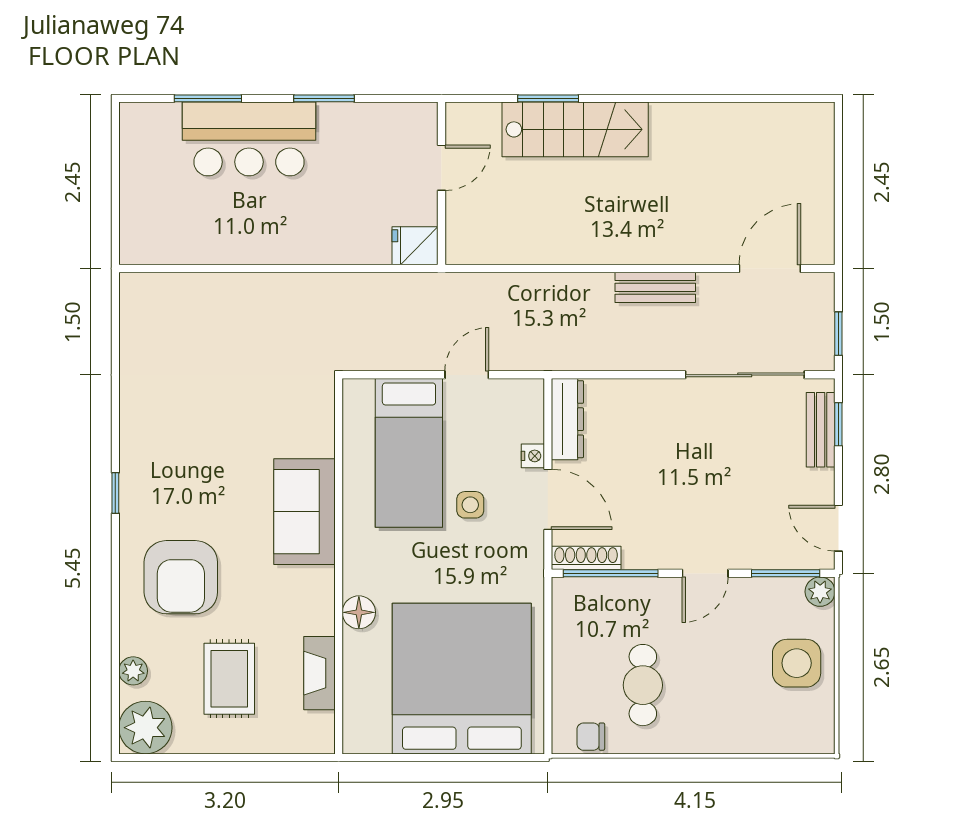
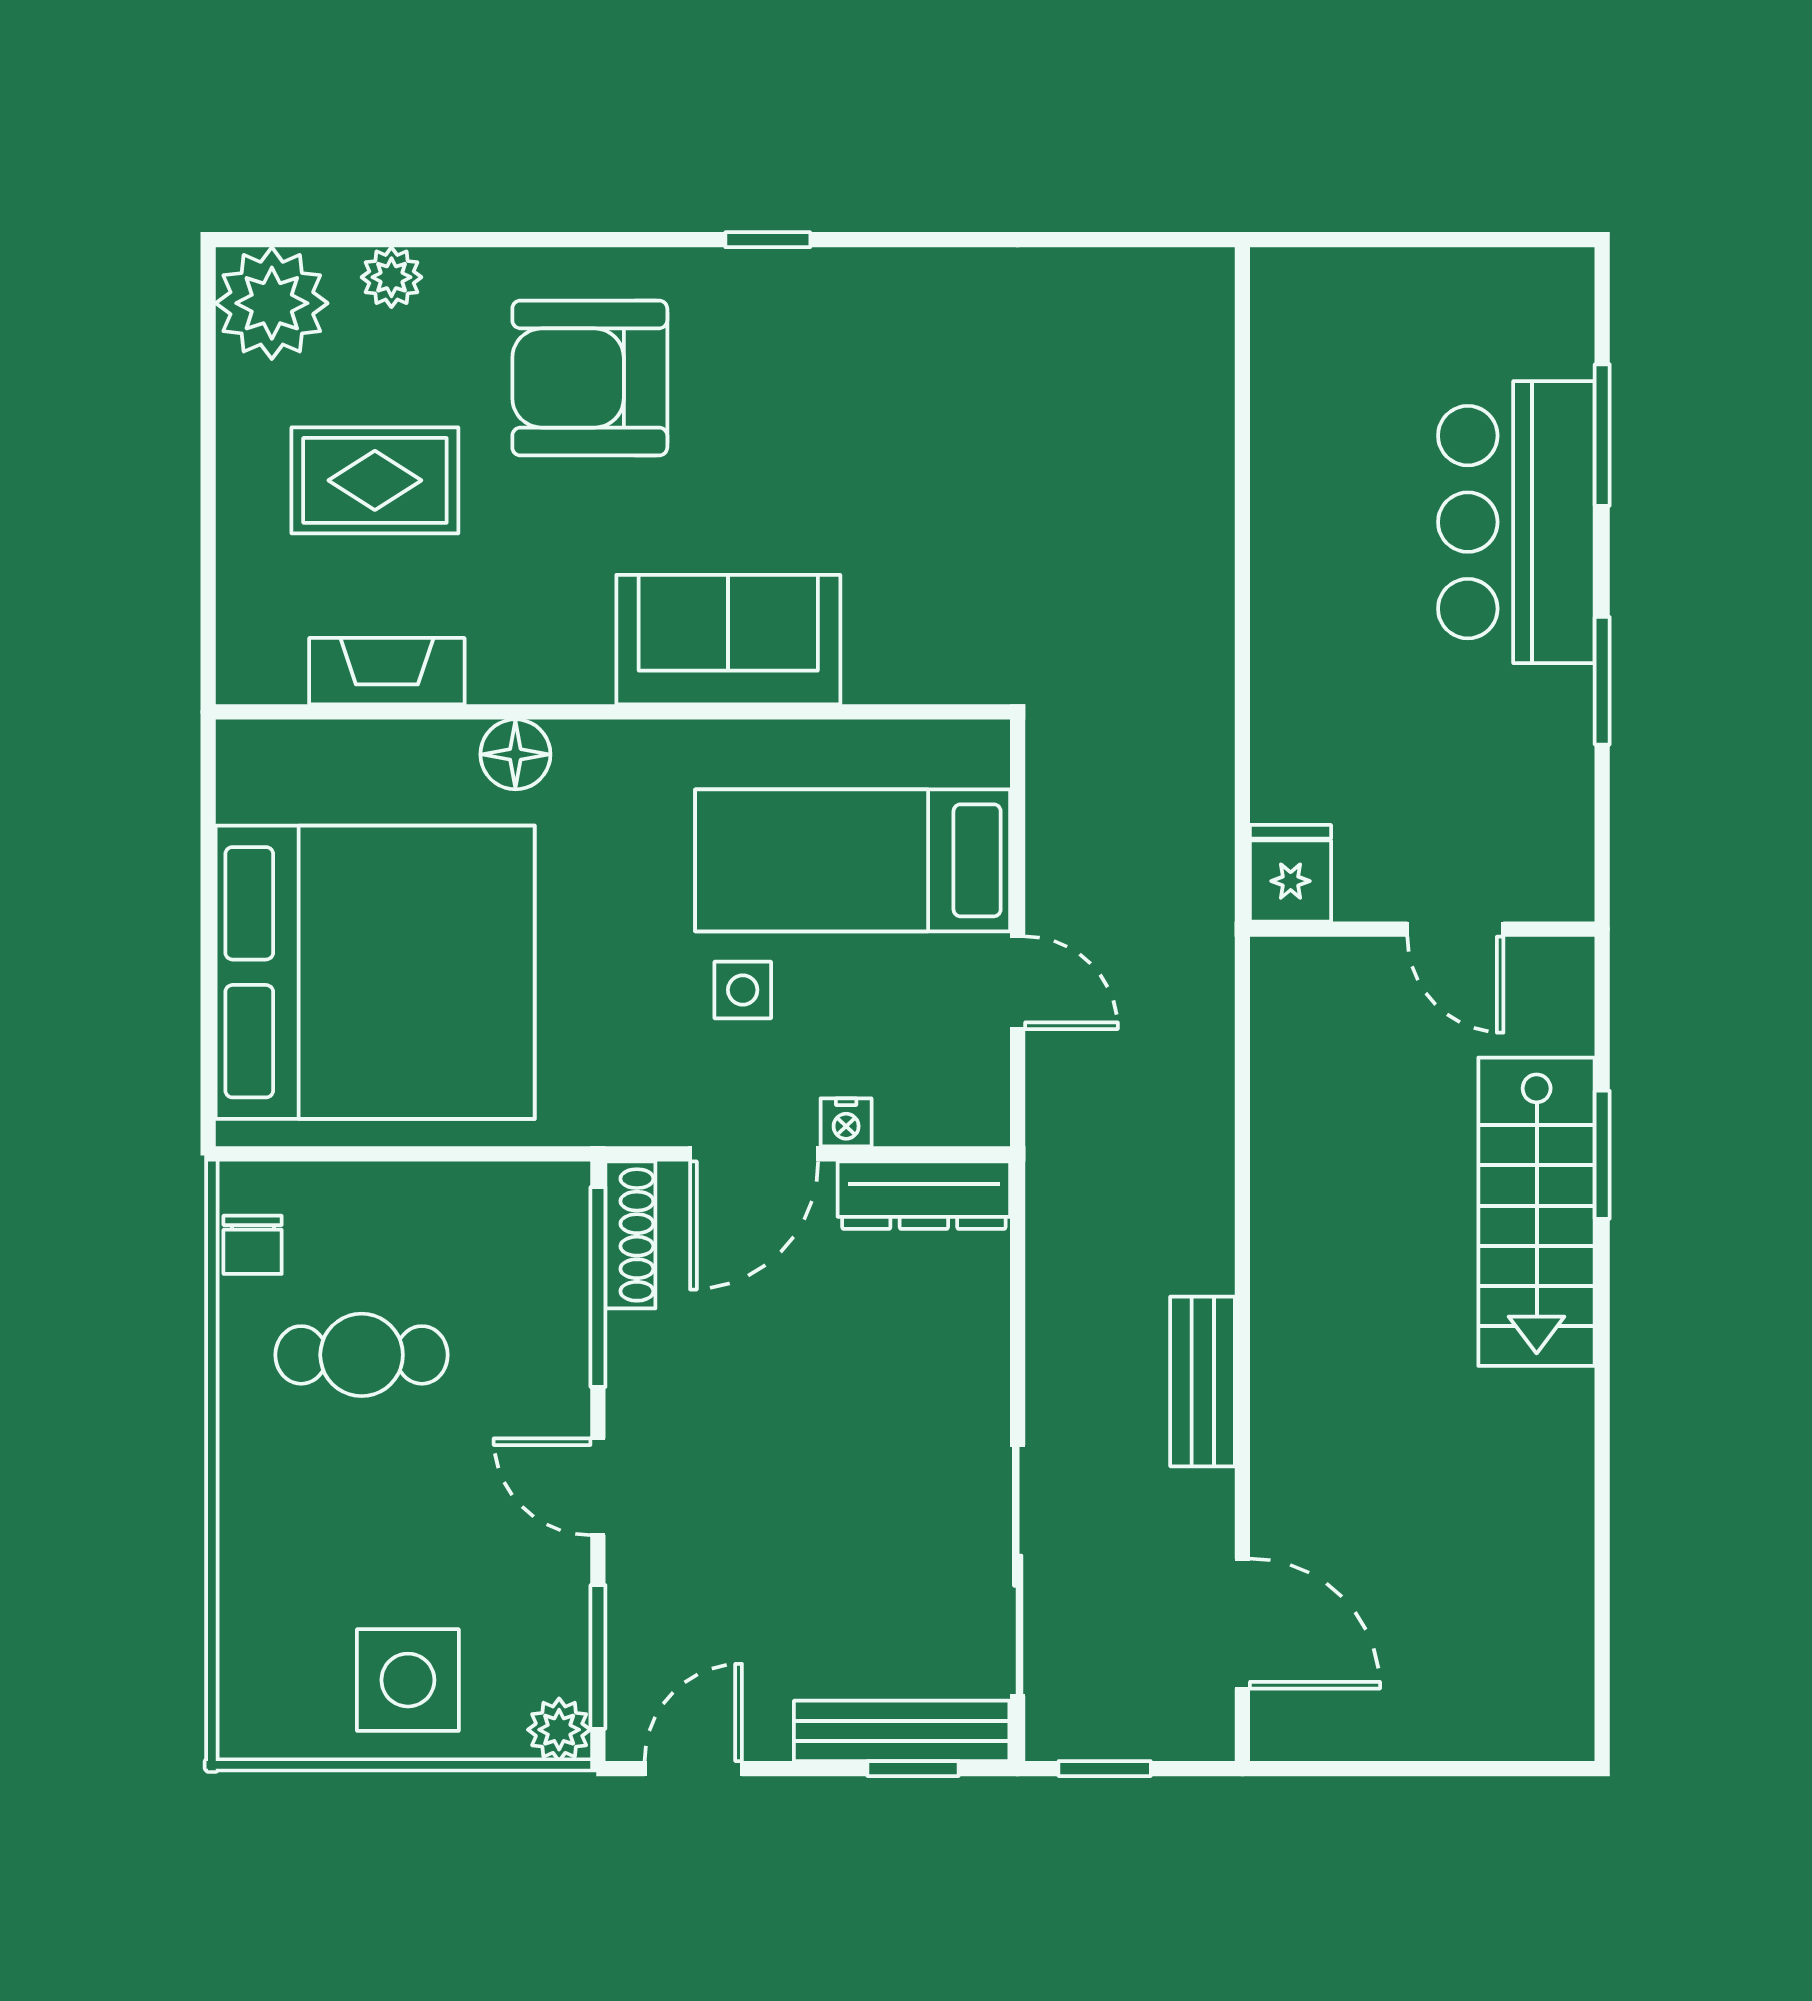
bench: (821, 430) -> (902, 1731), width x1.36
chair: (591, 737) -> (253, 1245), turned 180

